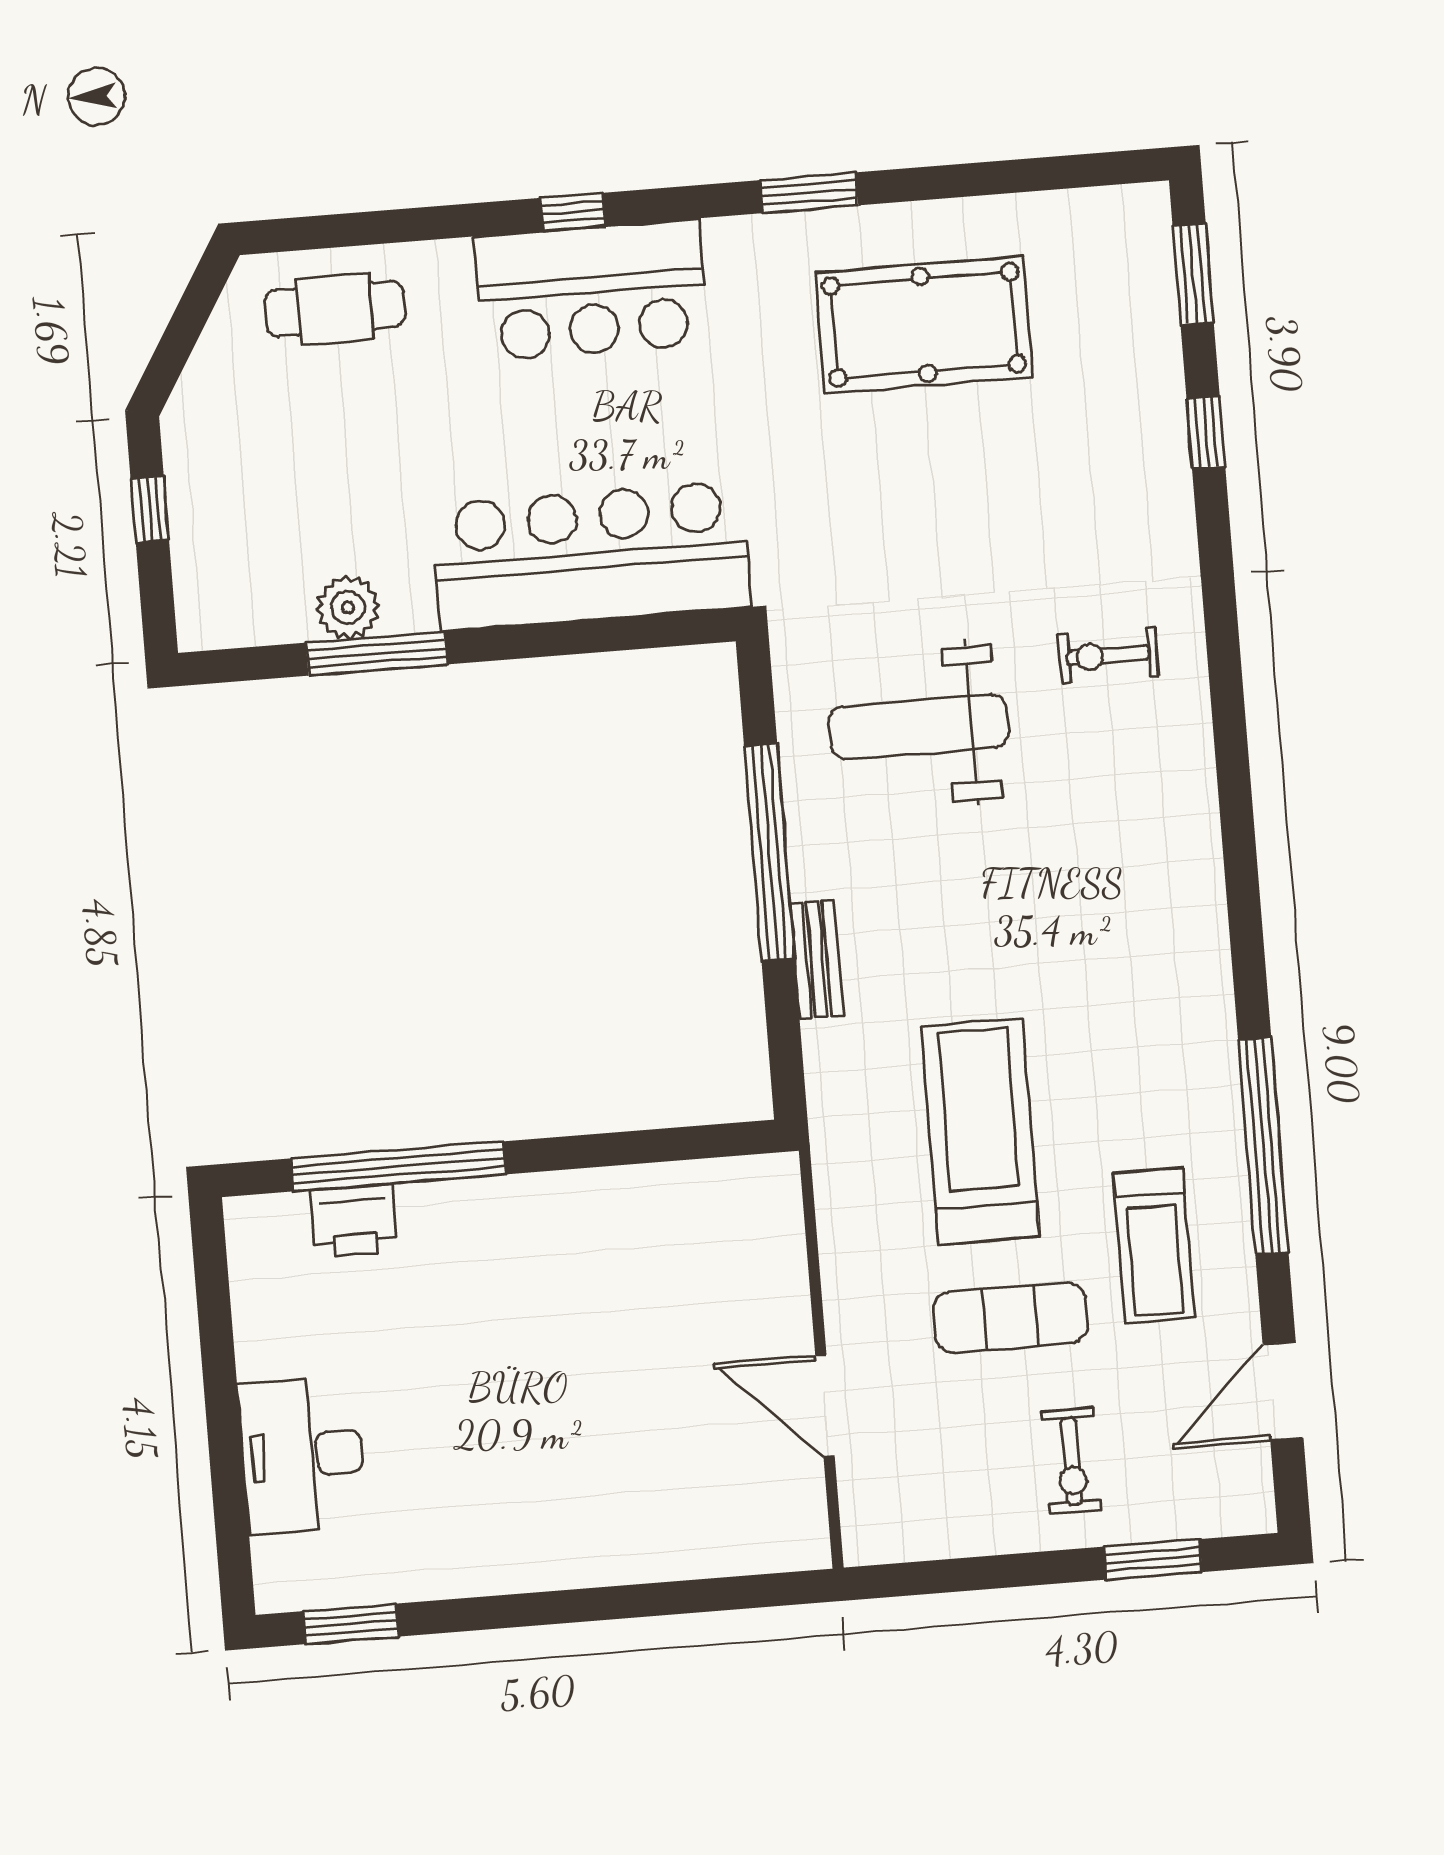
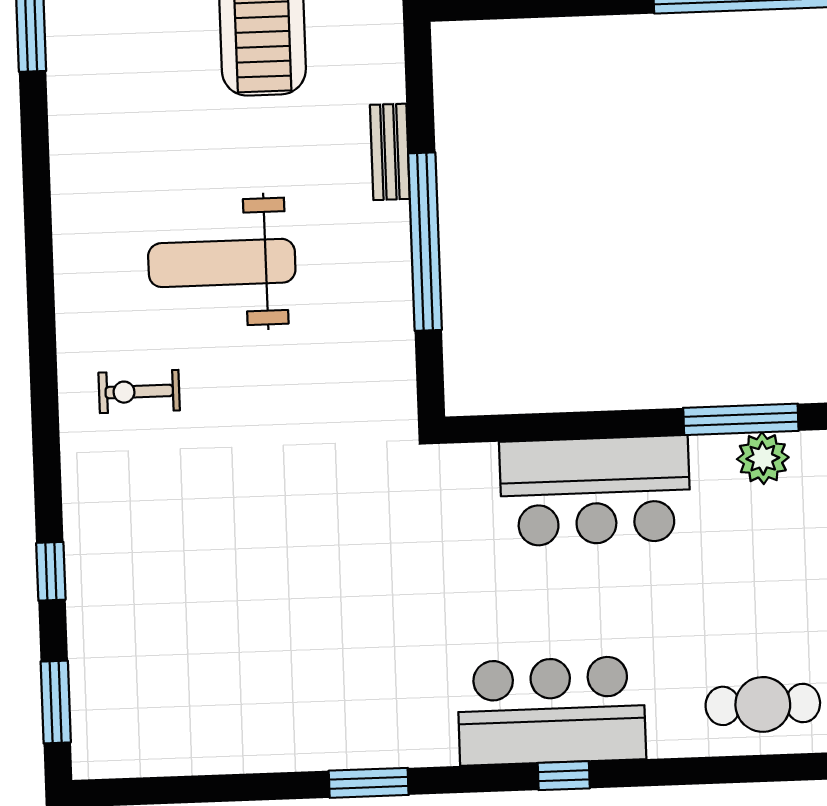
pool table: (924, 325) -> (279, 670), removed
bar counter: (591, 556) -> (595, 491), width x0.73
exercise bike: (1108, 655) -> (139, 392), turned 180
weight bench: (919, 727) -> (222, 263), moved, turned 180

